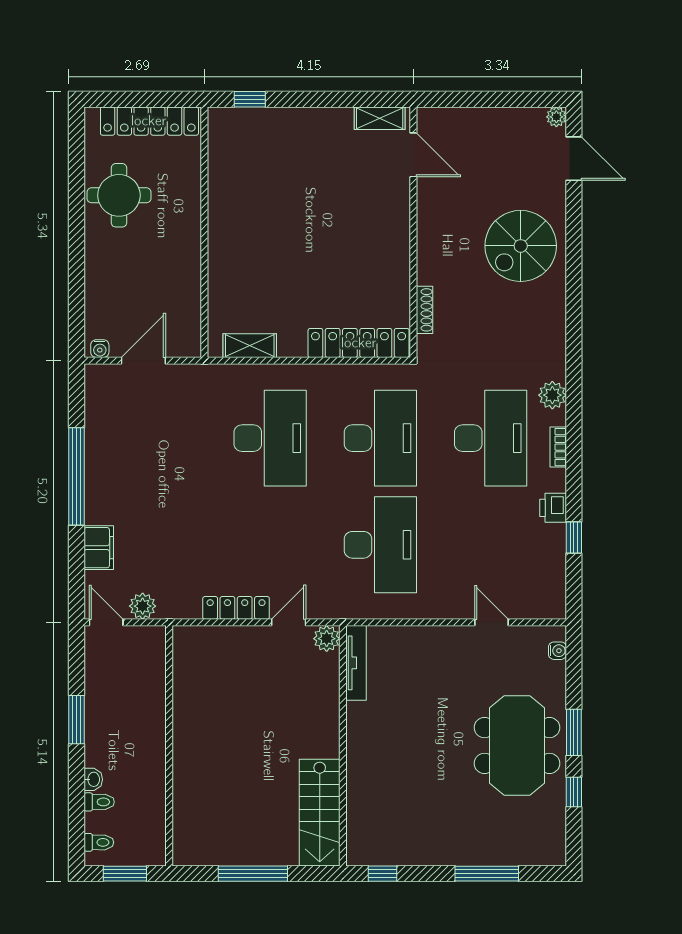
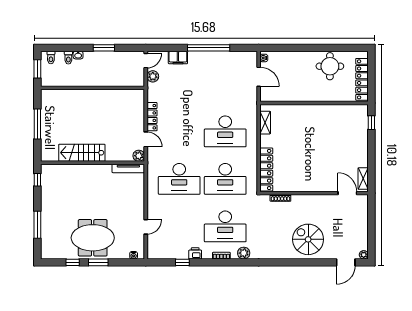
door: (413, 155) -> (347, 193), swing flipped
stairs: (320, 813) -> (82, 153), moved

